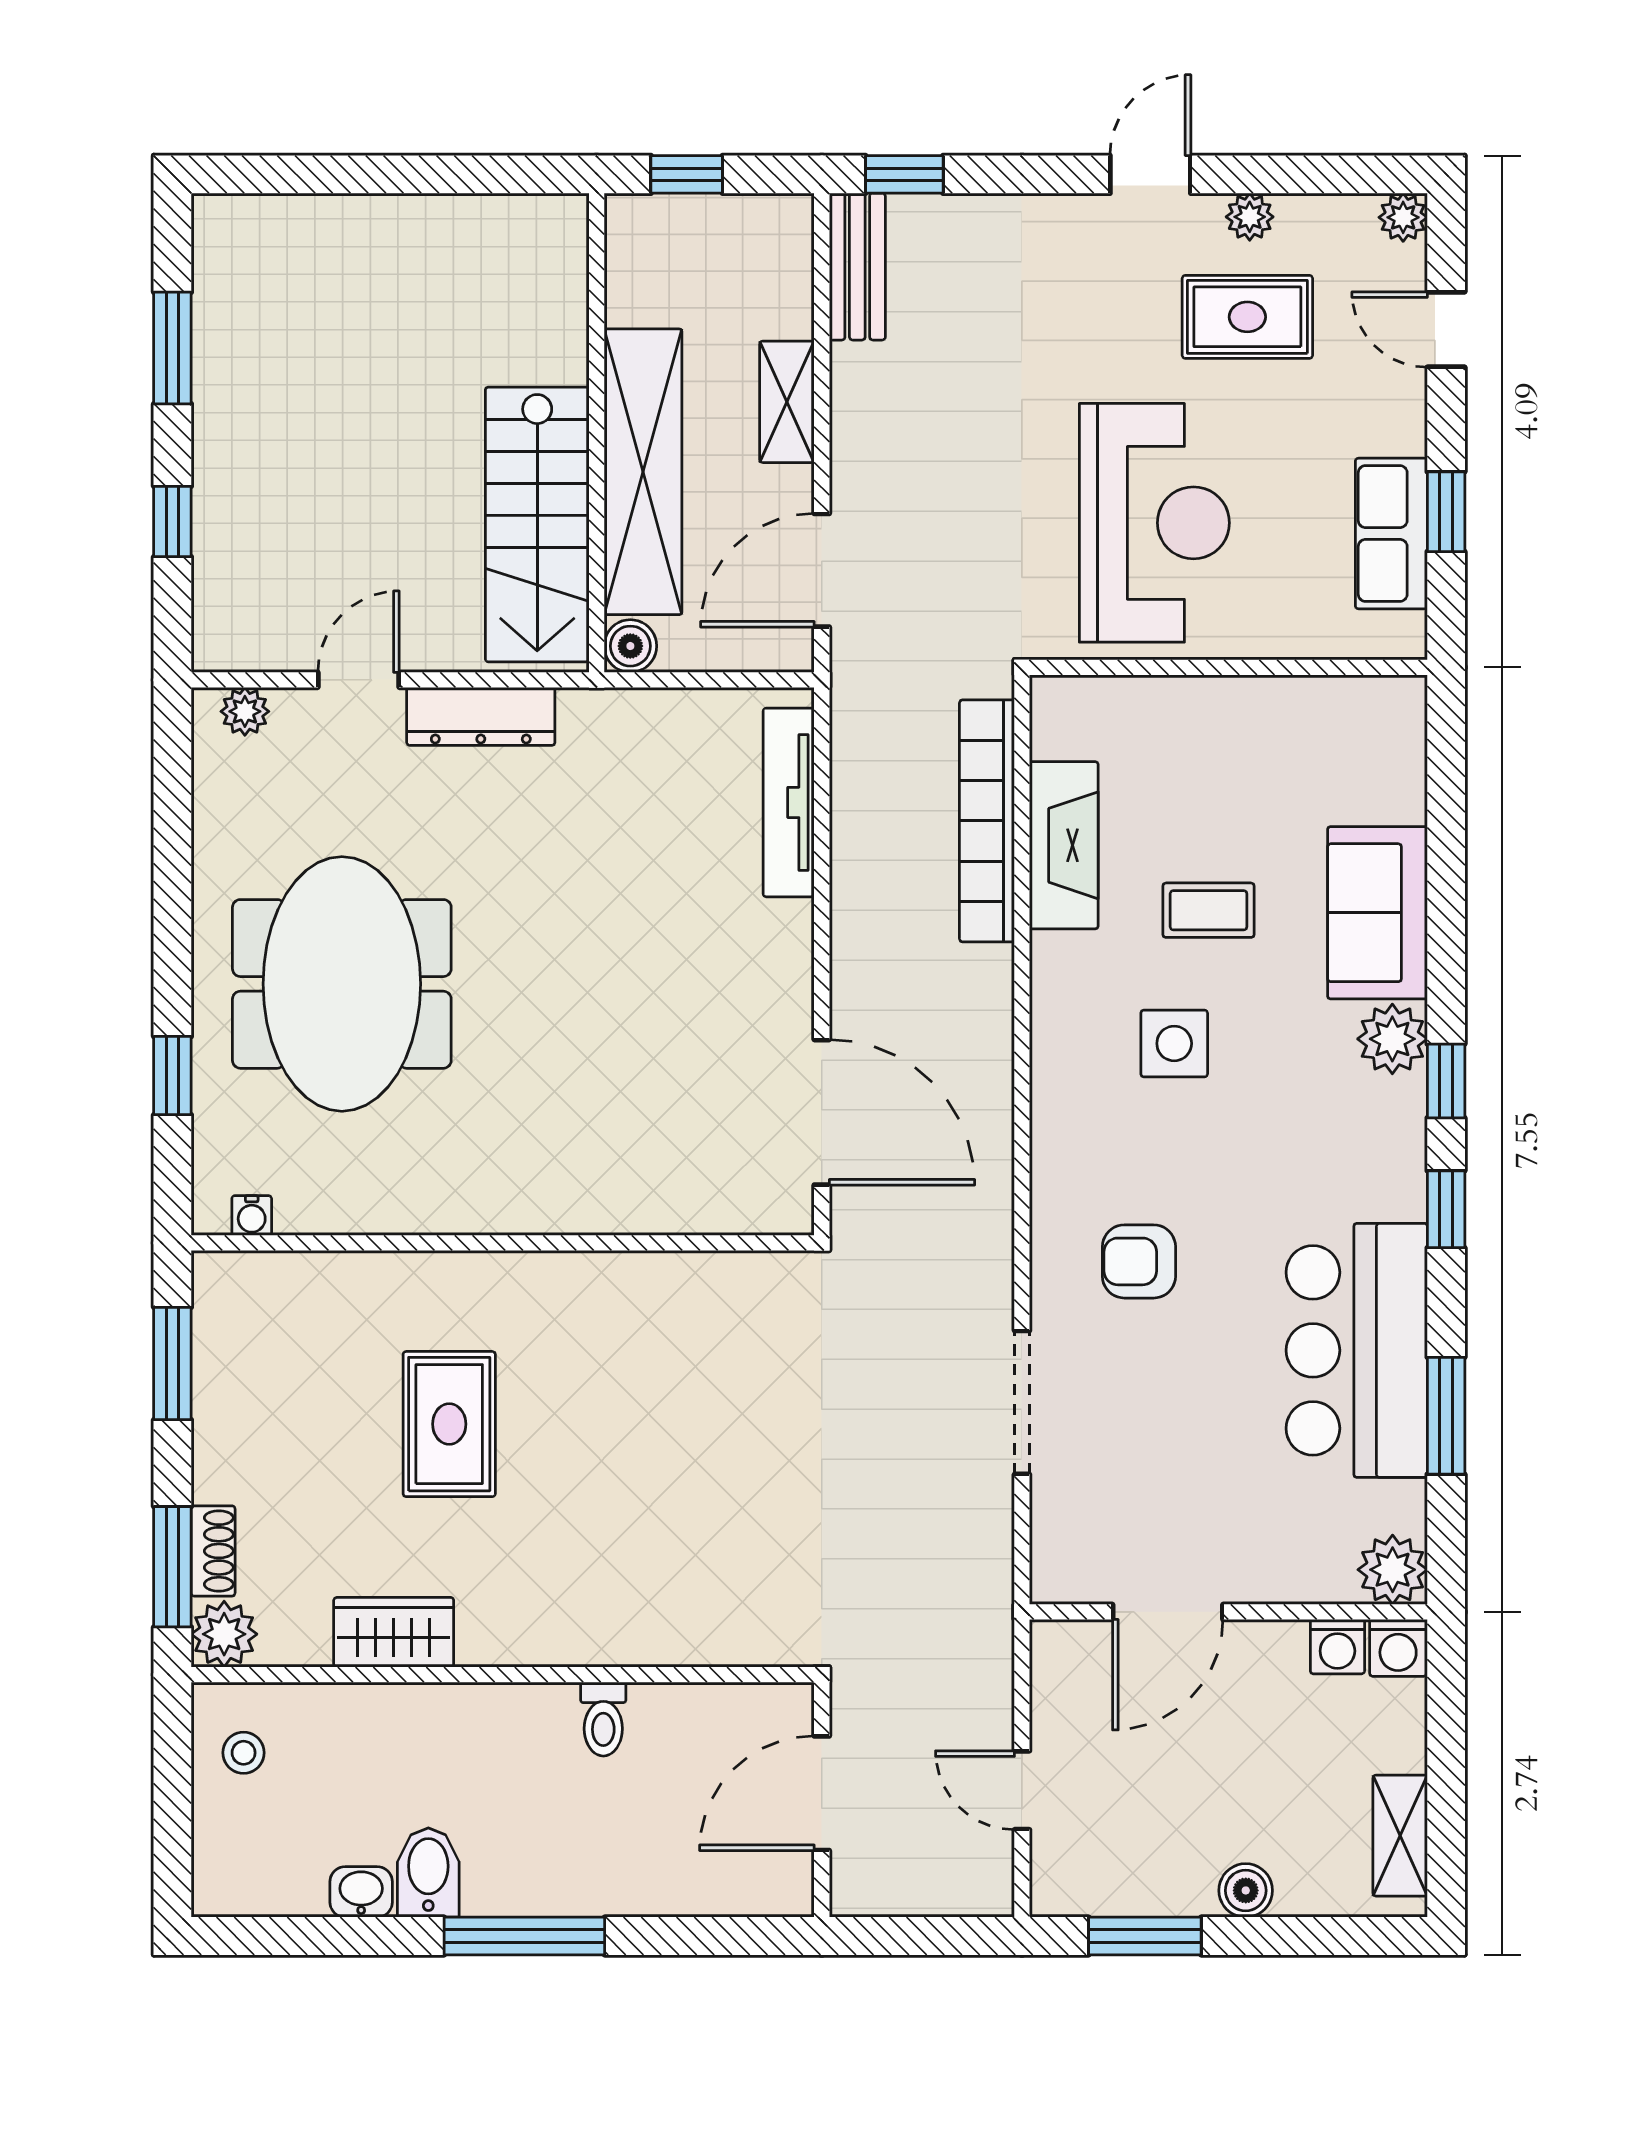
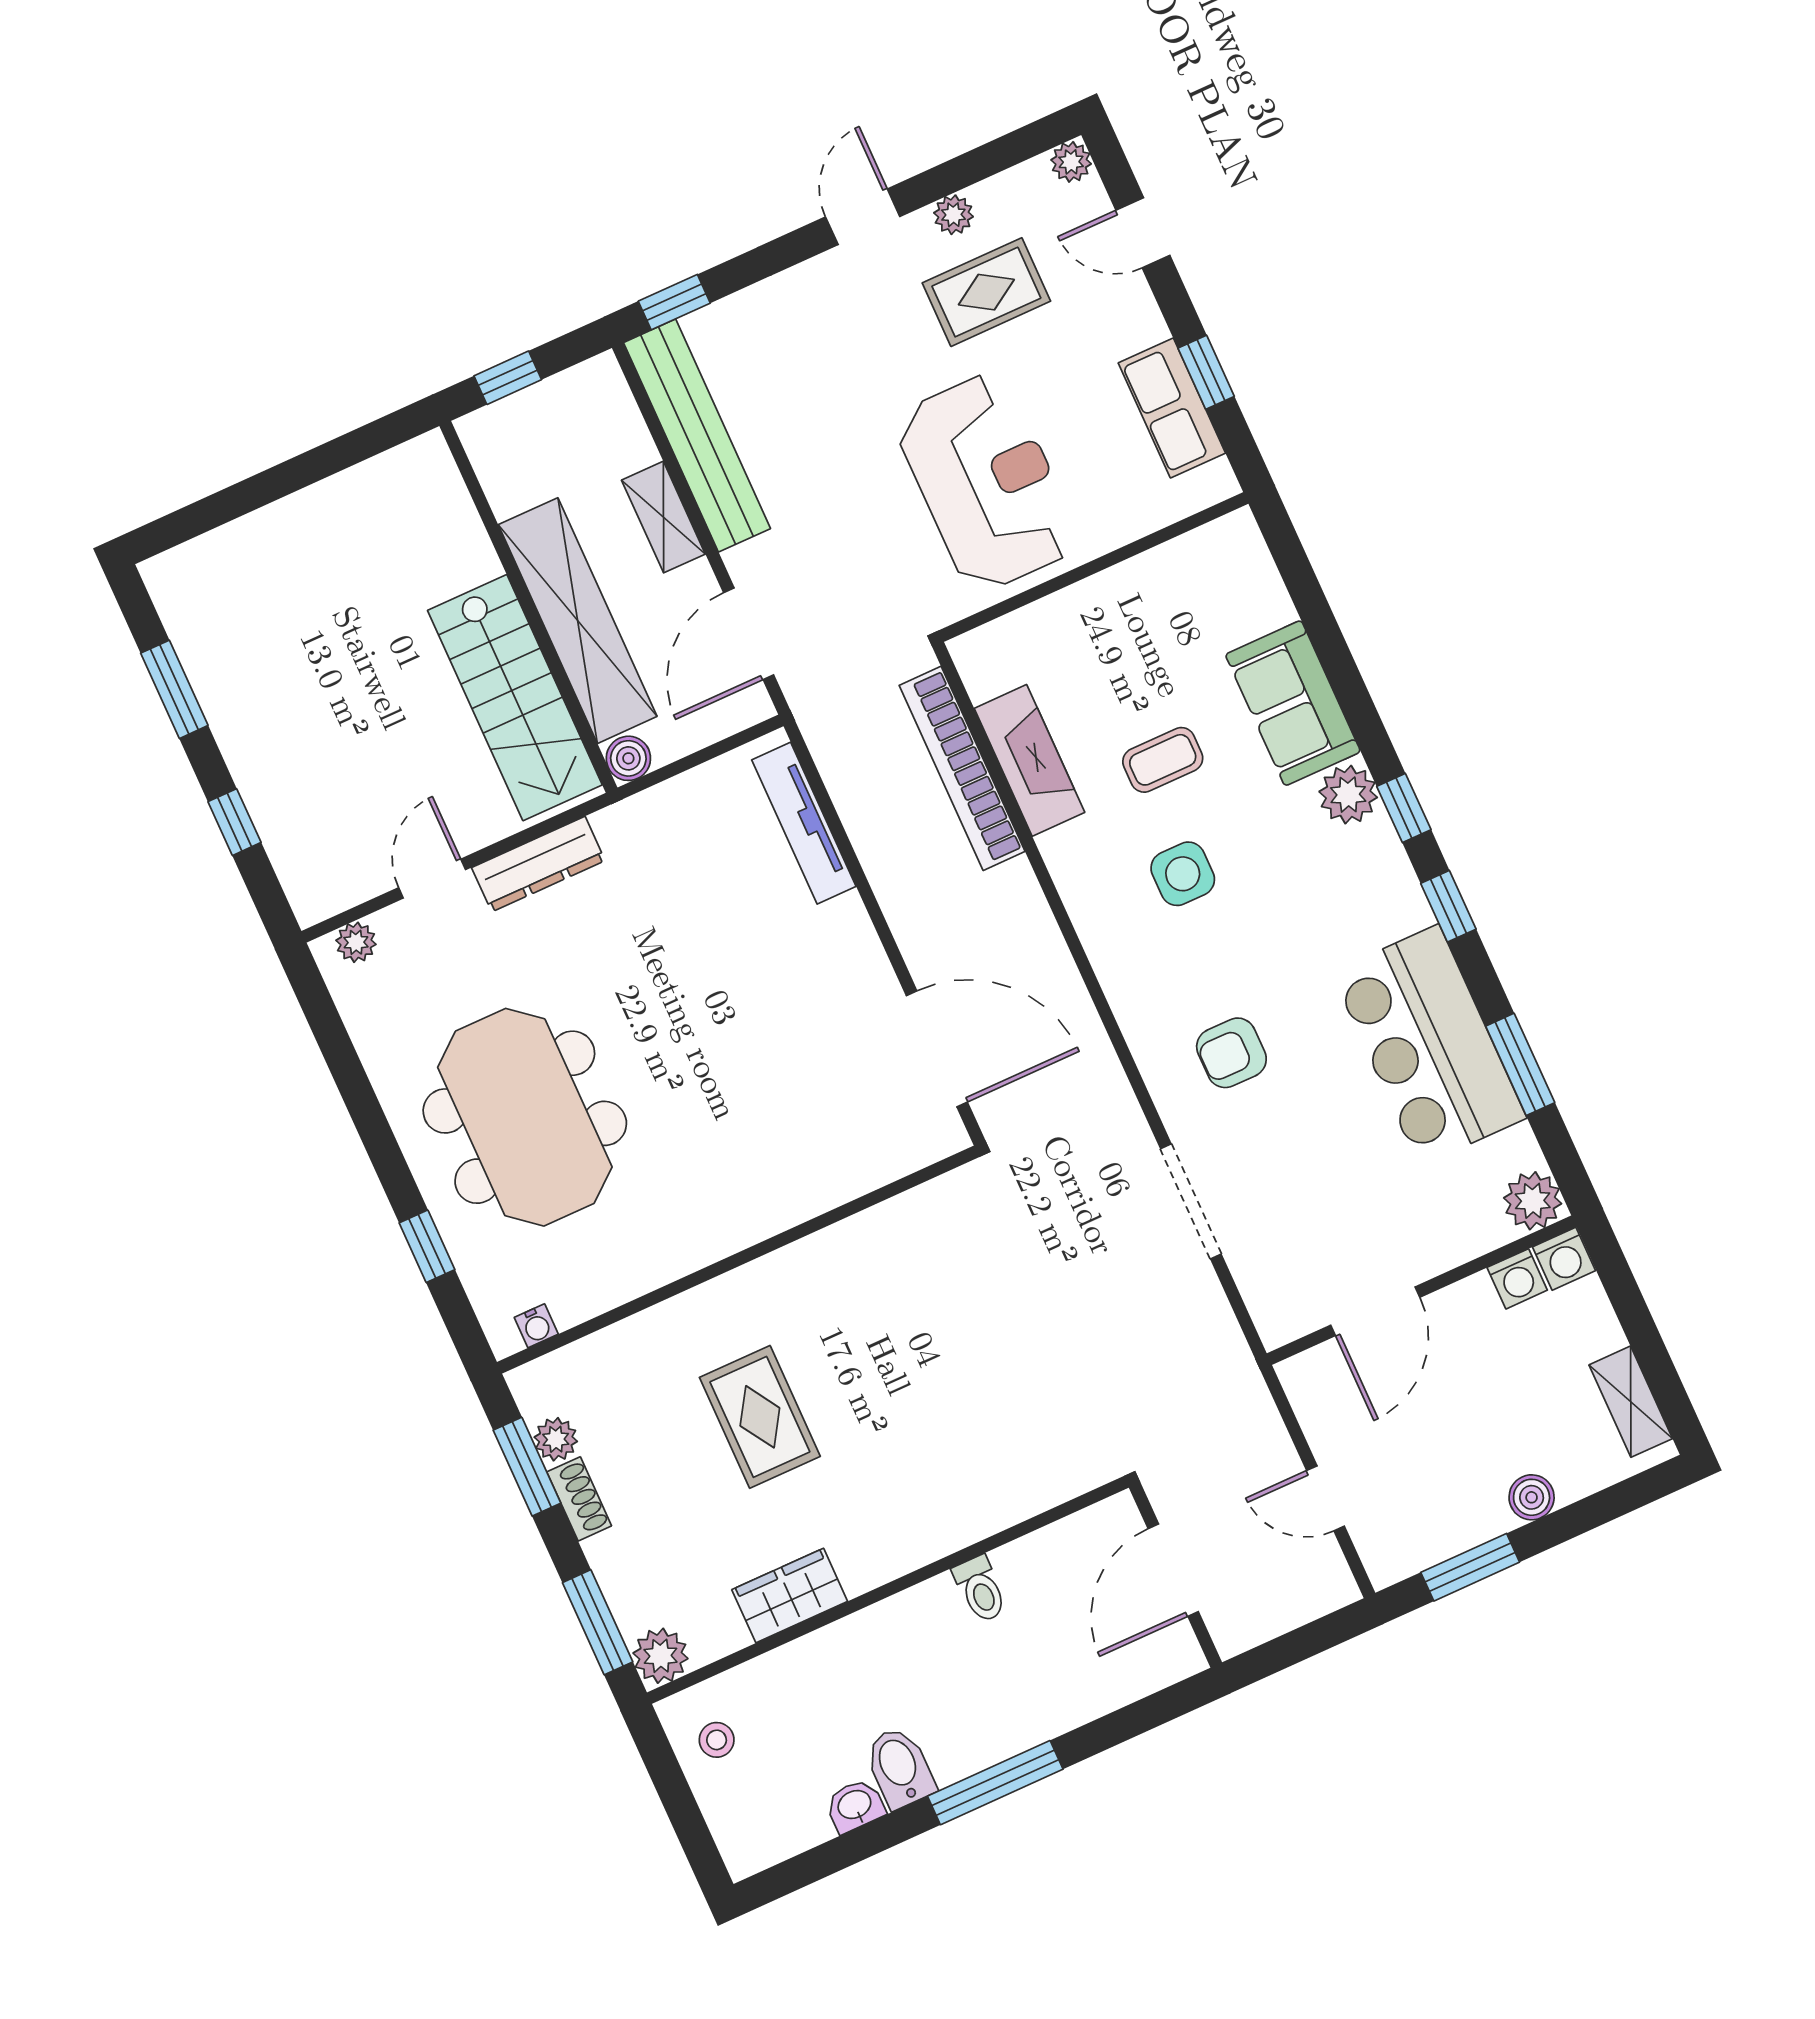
bench: (857, 267) -> (697, 436), width x1.86, depth x1.21
plant: (217, 1348) -> (556, 1439), added
shoe rack: (213, 1551) -> (579, 1499), moved

